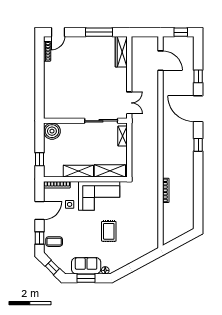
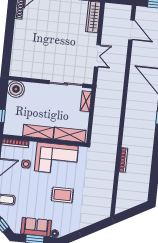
double door: (129, 103) -> (97, 56), moved
rug: (109, 231) -> (62, 195), turned 90

